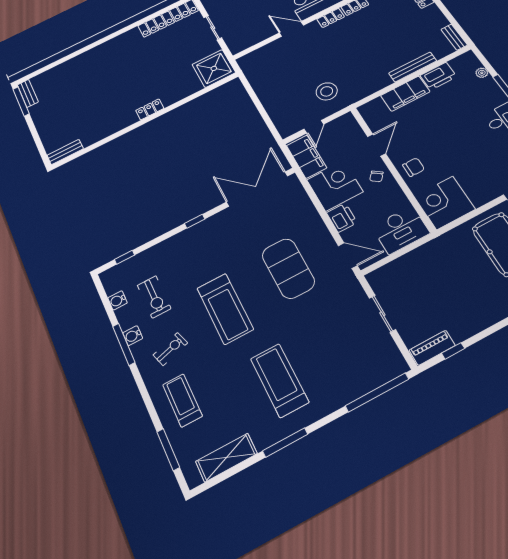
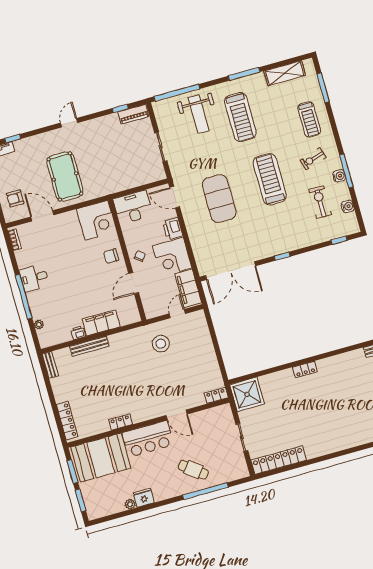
locker: (331, 18) -> (216, 395), moved
printer: (438, 76) -> (78, 333), width x0.53, depth x0.68
weight bench: (339, 370) -> (199, 114), added

